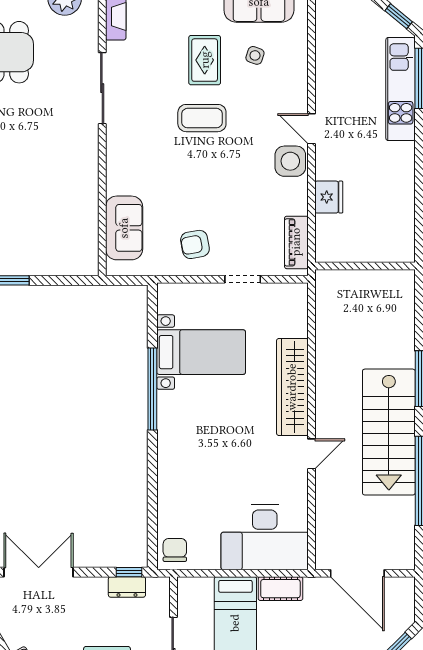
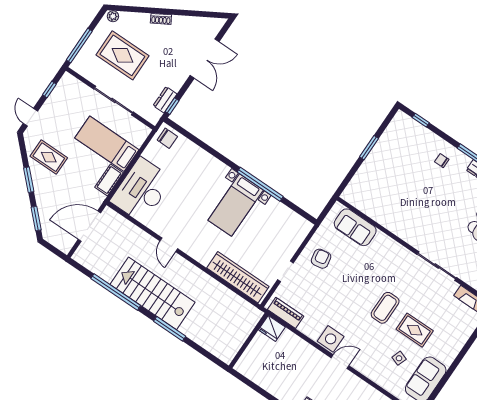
fridge: (329, 197) -> (272, 328), moved
bed with nightstands: (201, 352) -> (236, 205), moved
wardrobe: (292, 387) -> (238, 277), moved

